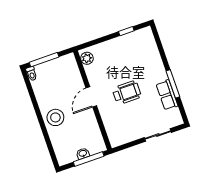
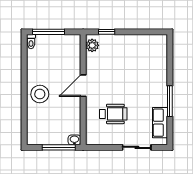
window: (126, 31) -> (107, 32), moved
wheelchair: (127, 93) -> (113, 114), moved
row of seats: (167, 95) -> (160, 123), moved
washbasin: (83, 154) -> (74, 140), moved

